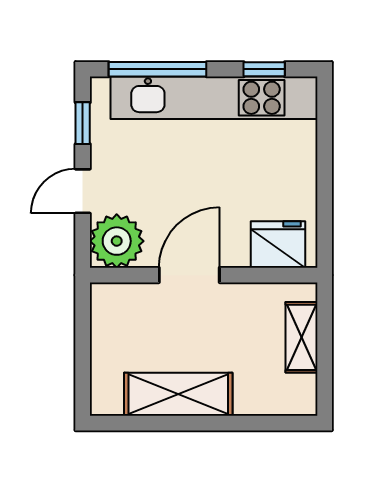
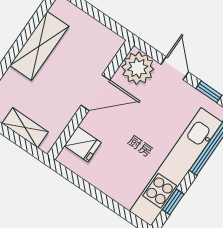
fridge: (278, 244) -> (83, 144), width x0.72
door: (189, 275) -> (95, 93), hinge flipped

